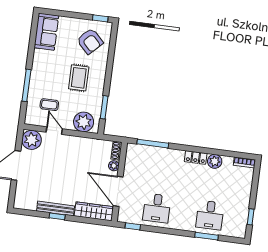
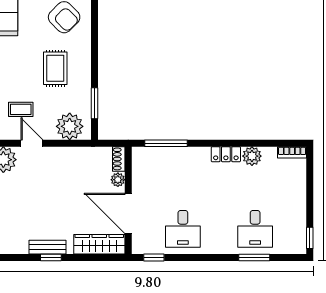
bench: (56, 209) -> (47, 247), width x0.73
window: (251, 217) -> (310, 238), moved

